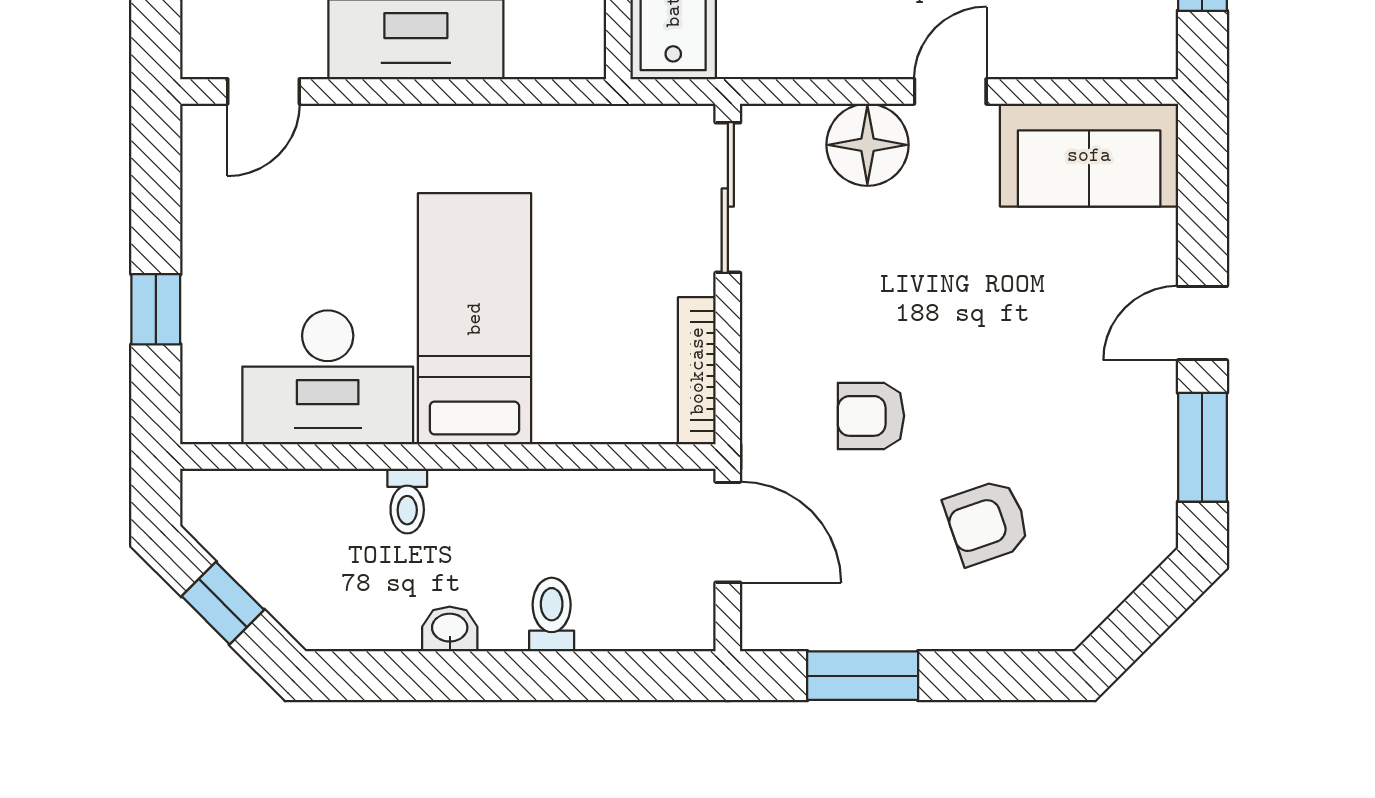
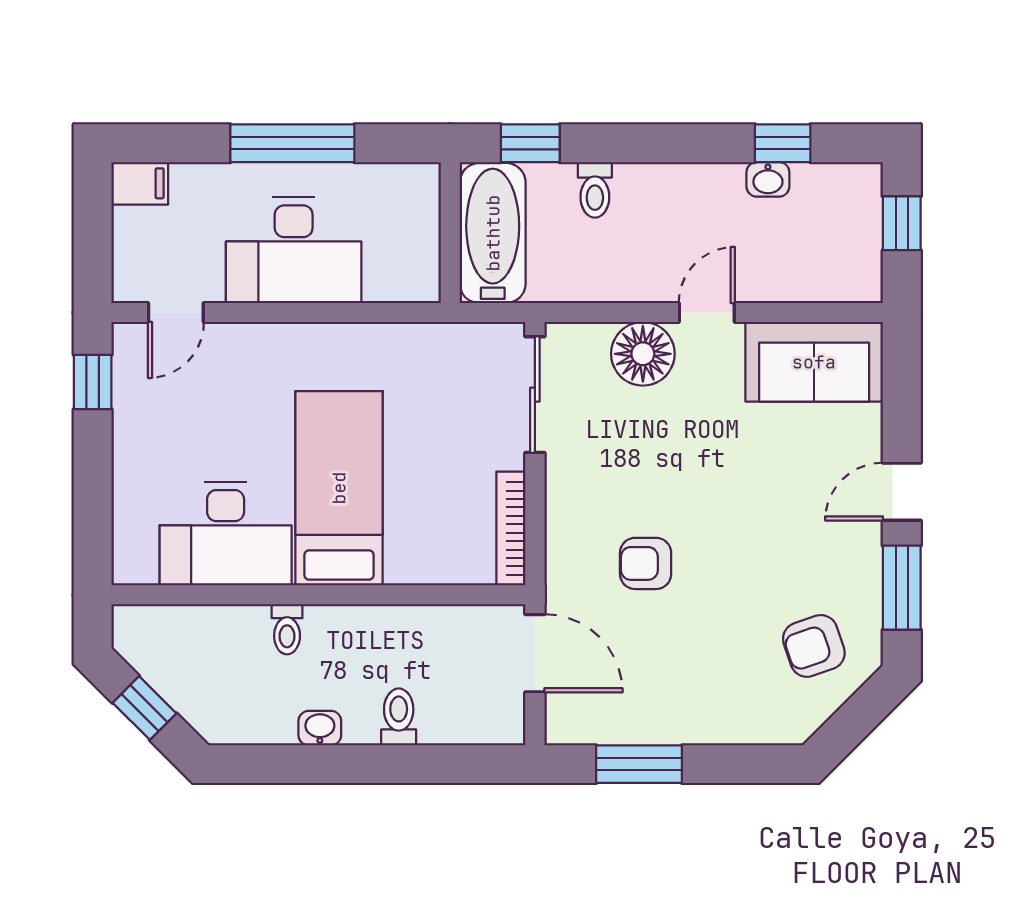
window: (156, 309) -> (93, 382), moved
armchair: (987, 522) -> (814, 646), moved

